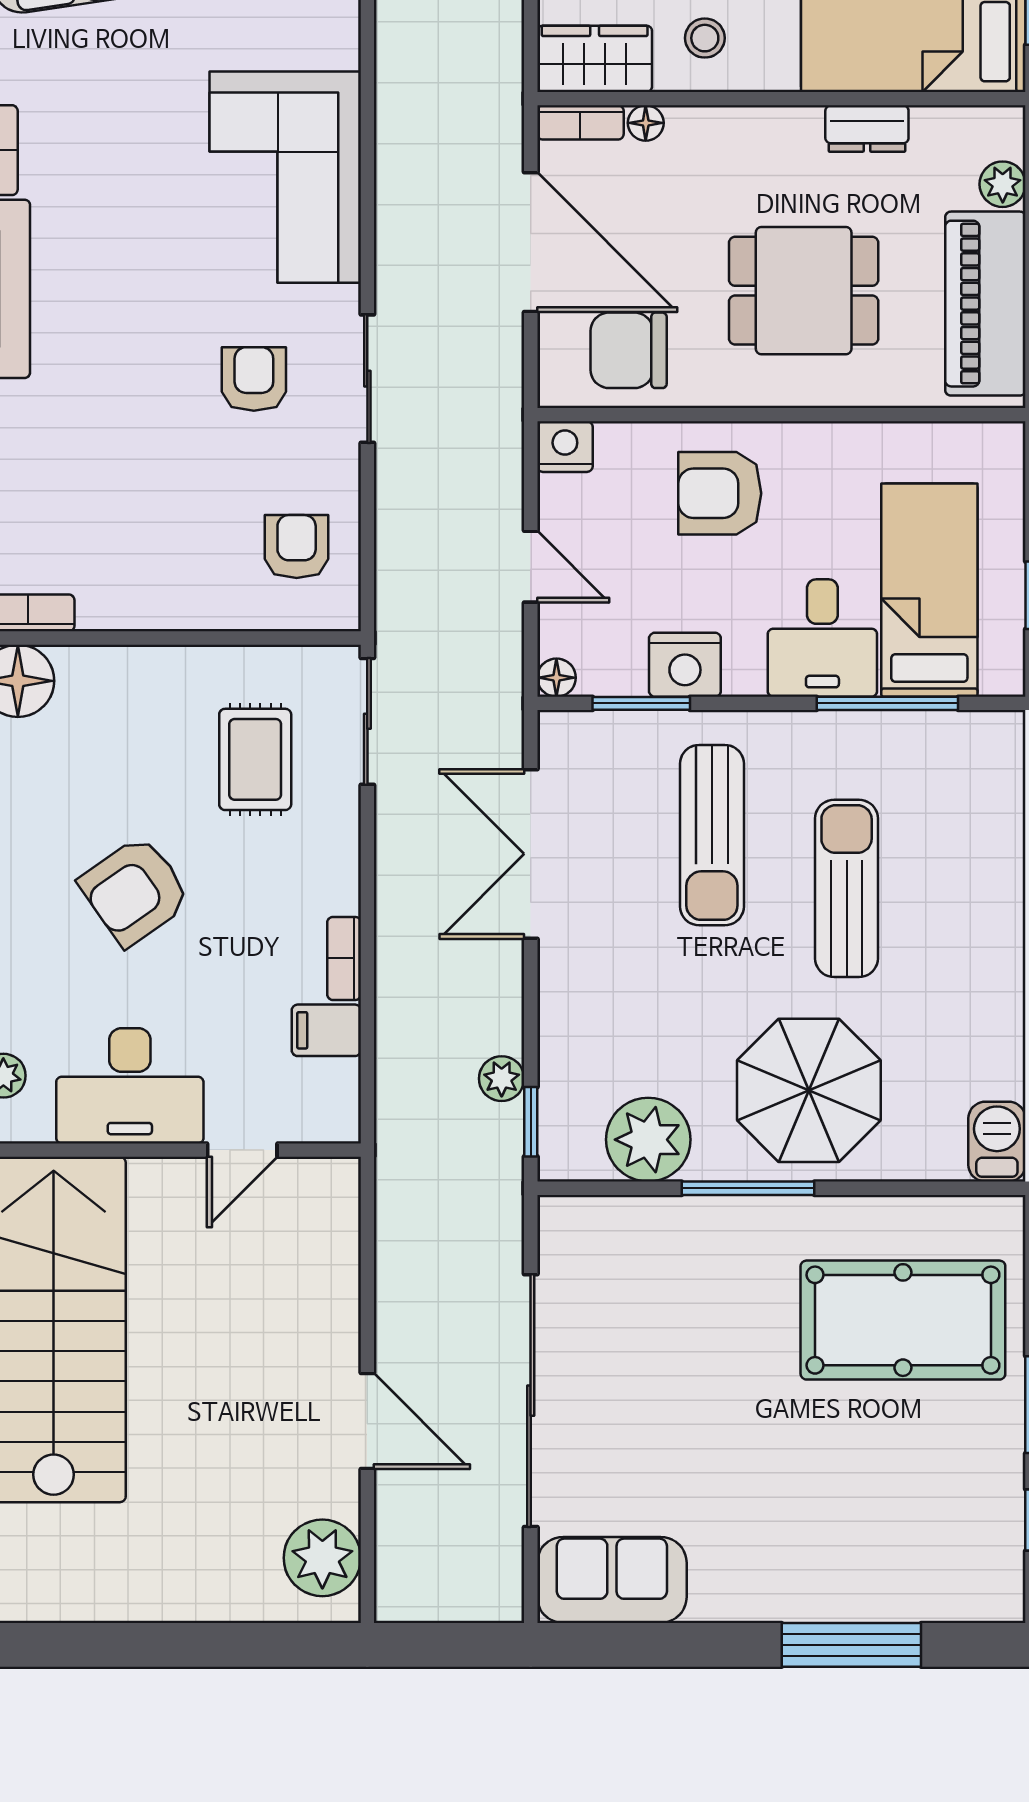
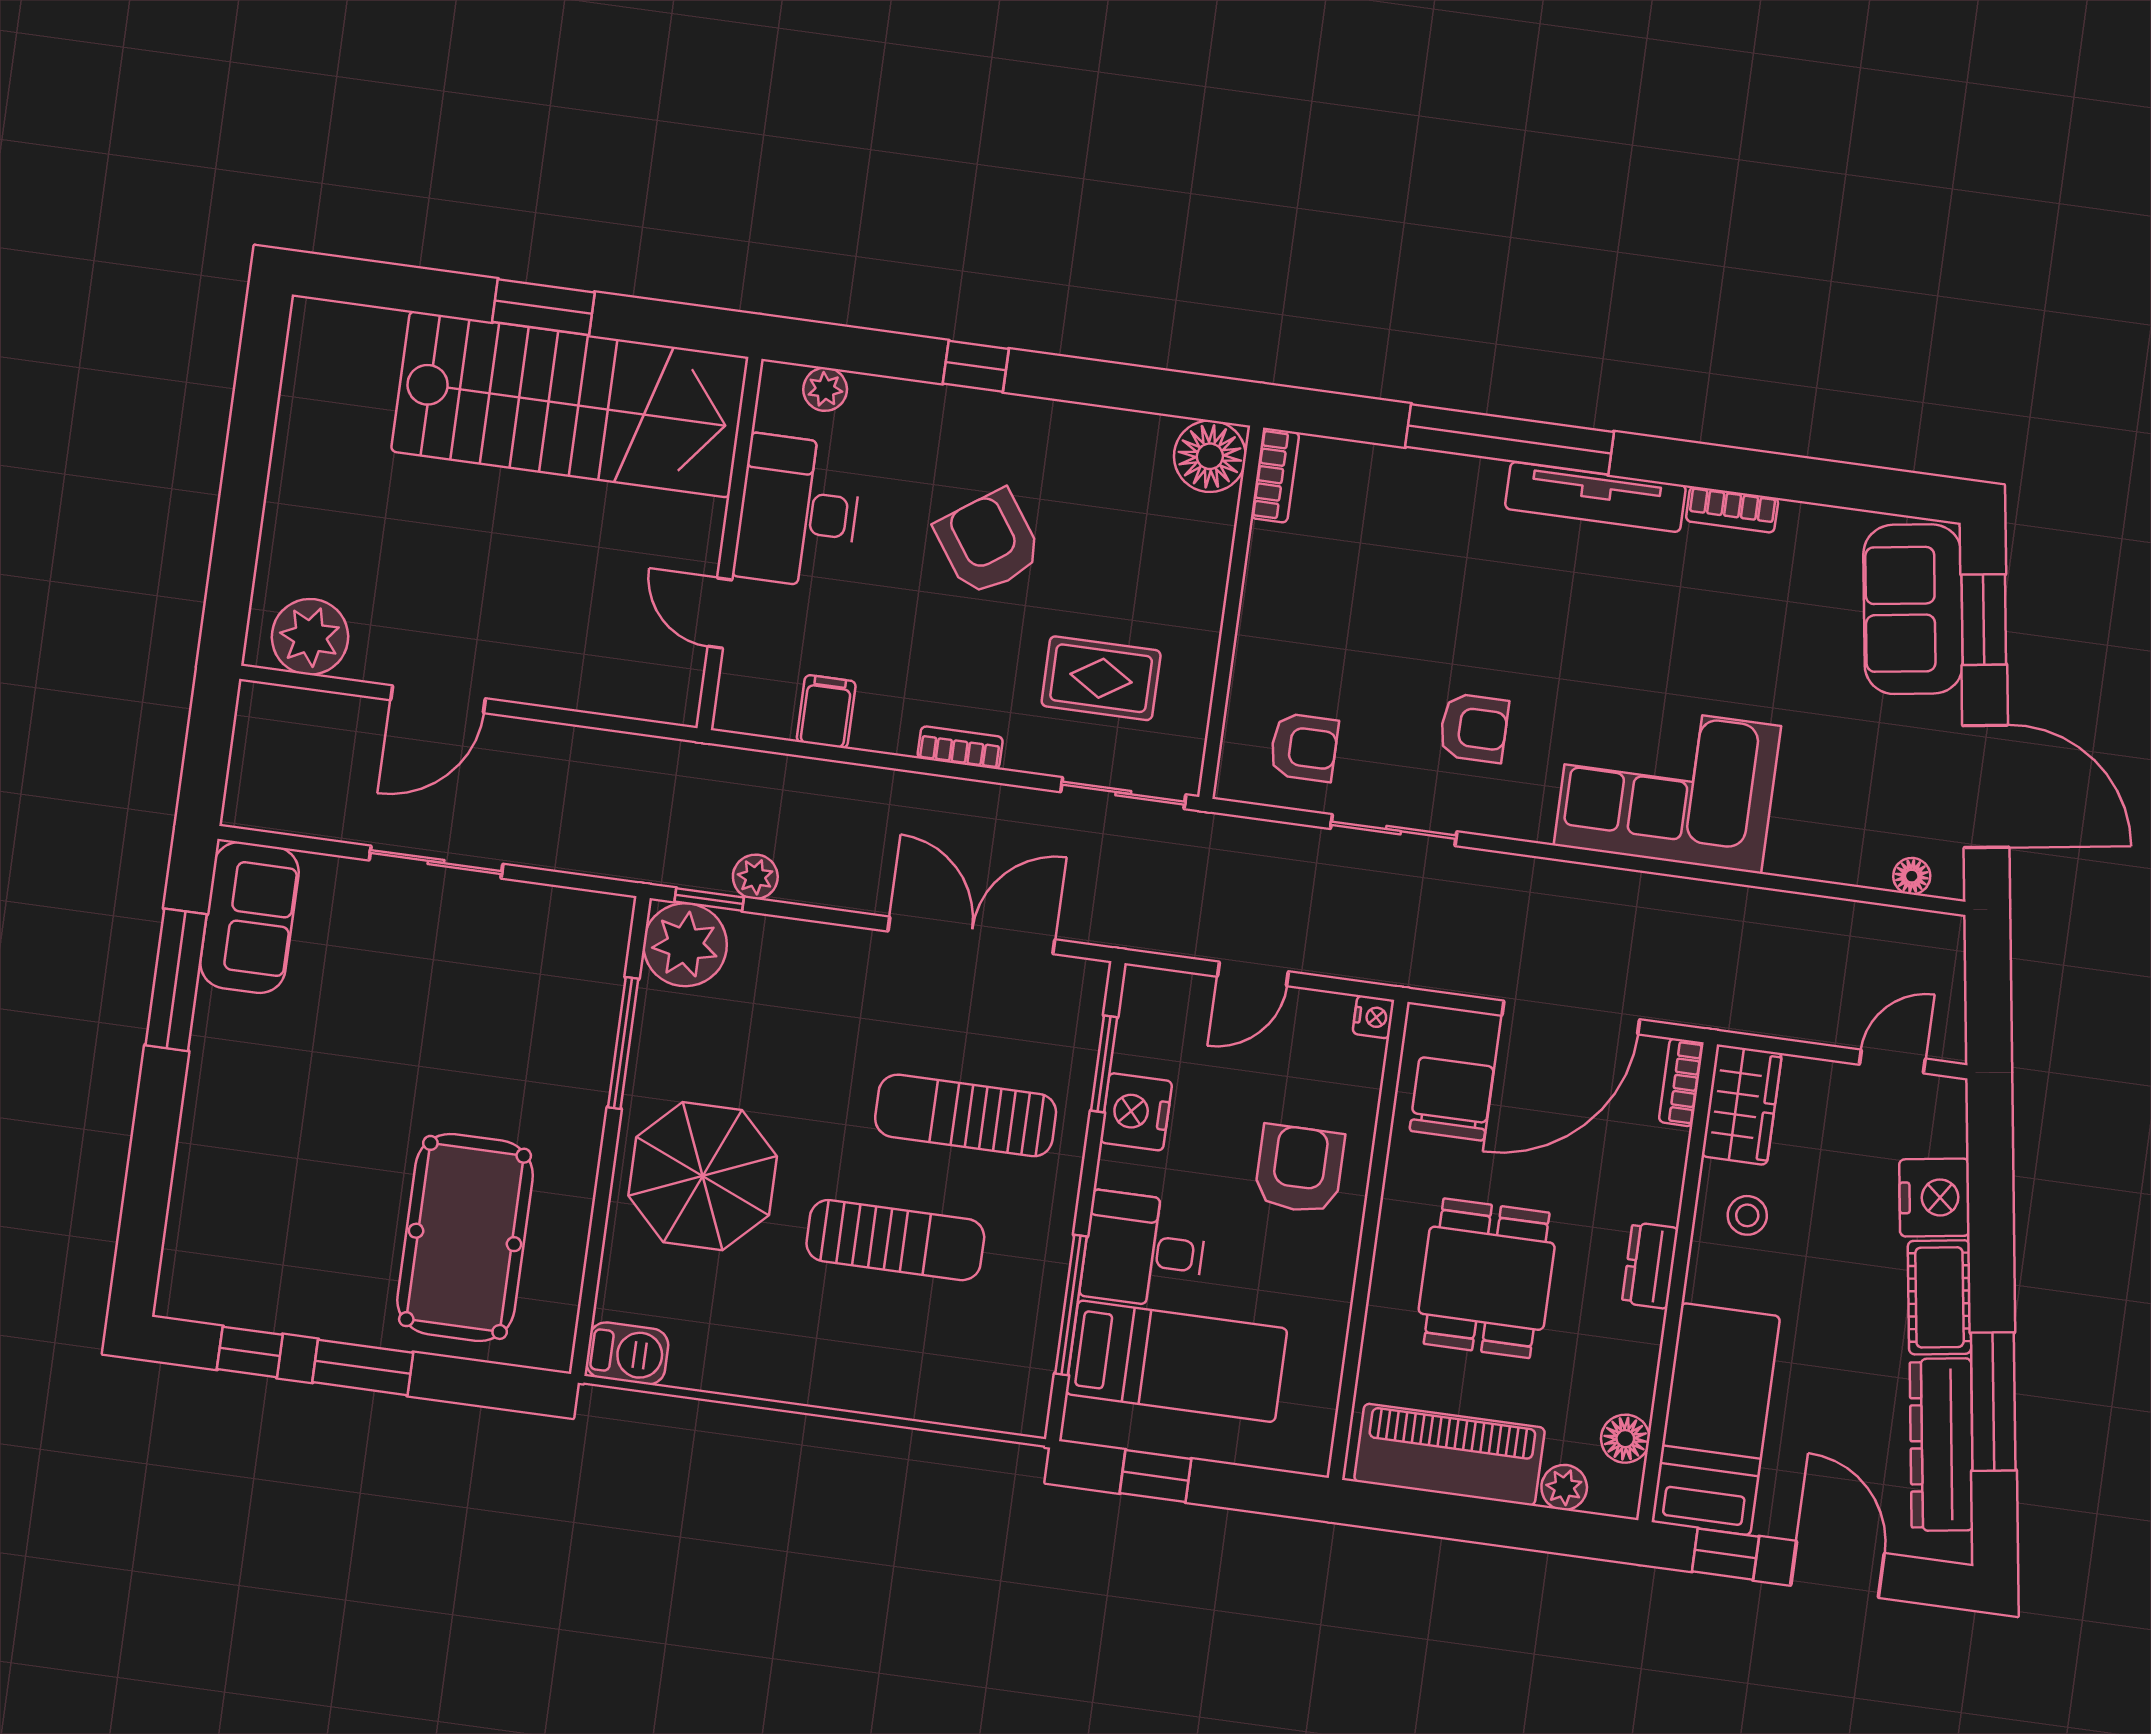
floor lamp: (646, 123) -> (1625, 1439), moved, width x1.37, depth x1.37
dresser: (867, 129) -> (1650, 1265), moved
sliding door: (367, 379) -> (1394, 830), moved
nightstand: (565, 447) -> (1373, 1017), width x0.72, depth x0.74
floor lamp: (556, 678) -> (1141, 984), removed
bookcase: (344, 958) -> (960, 748), moved
plant: (648, 1140) -> (685, 945), moved
window: (748, 1188) -> (623, 1043), moved
sliding door: (531, 1401) -> (436, 862), width x0.54
window: (851, 1645) -> (176, 980), moved

